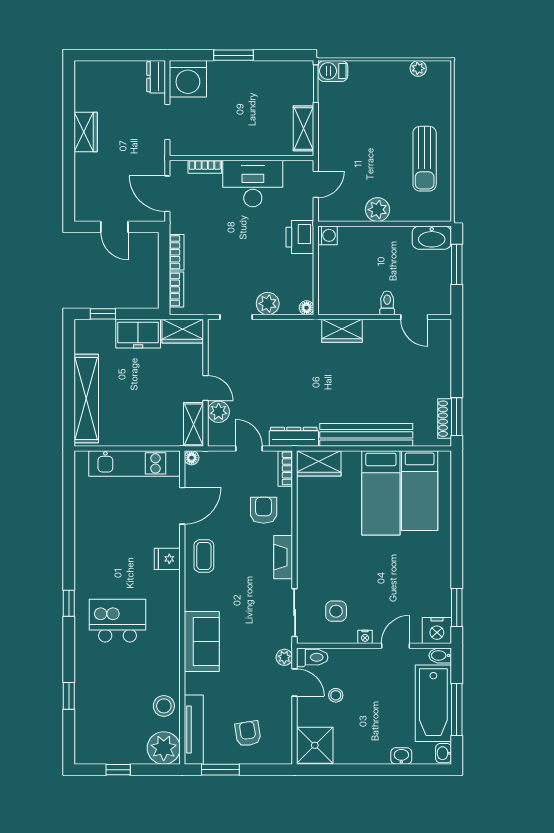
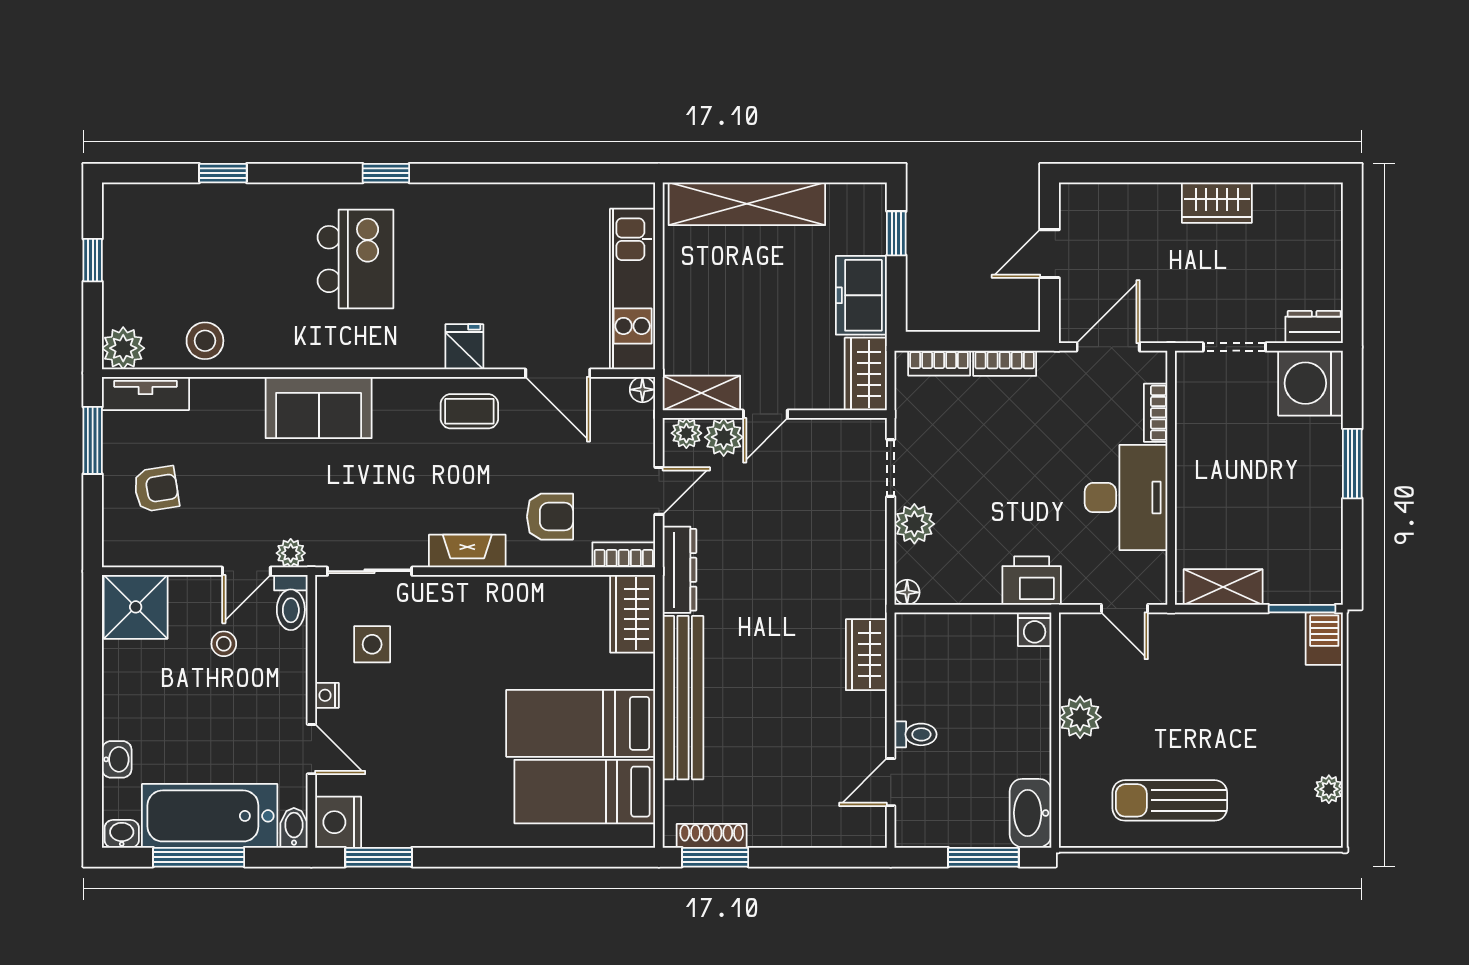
plant: (216, 433) -> (686, 433), added
tv unit: (194, 730) -> (146, 393), width x0.71
plant: (164, 748) -> (123, 348), width x0.73, depth x0.73

